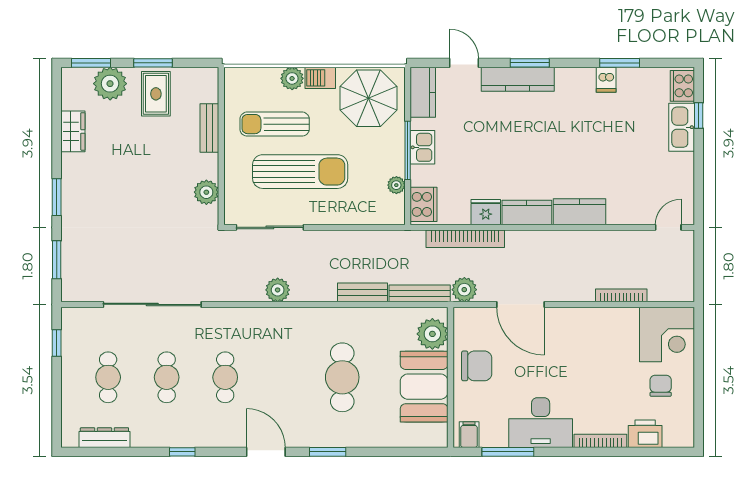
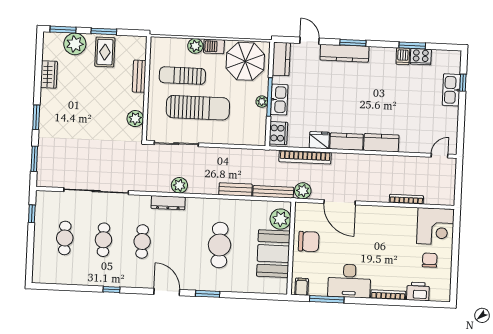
cooker: (682, 86) -> (421, 57), moved, turned -90
kitchen sink: (422, 147) -> (279, 100), width x1.38
plant: (396, 185) -> (262, 102), moved
dresser: (104, 438) -> (168, 203), moved, turned 180

